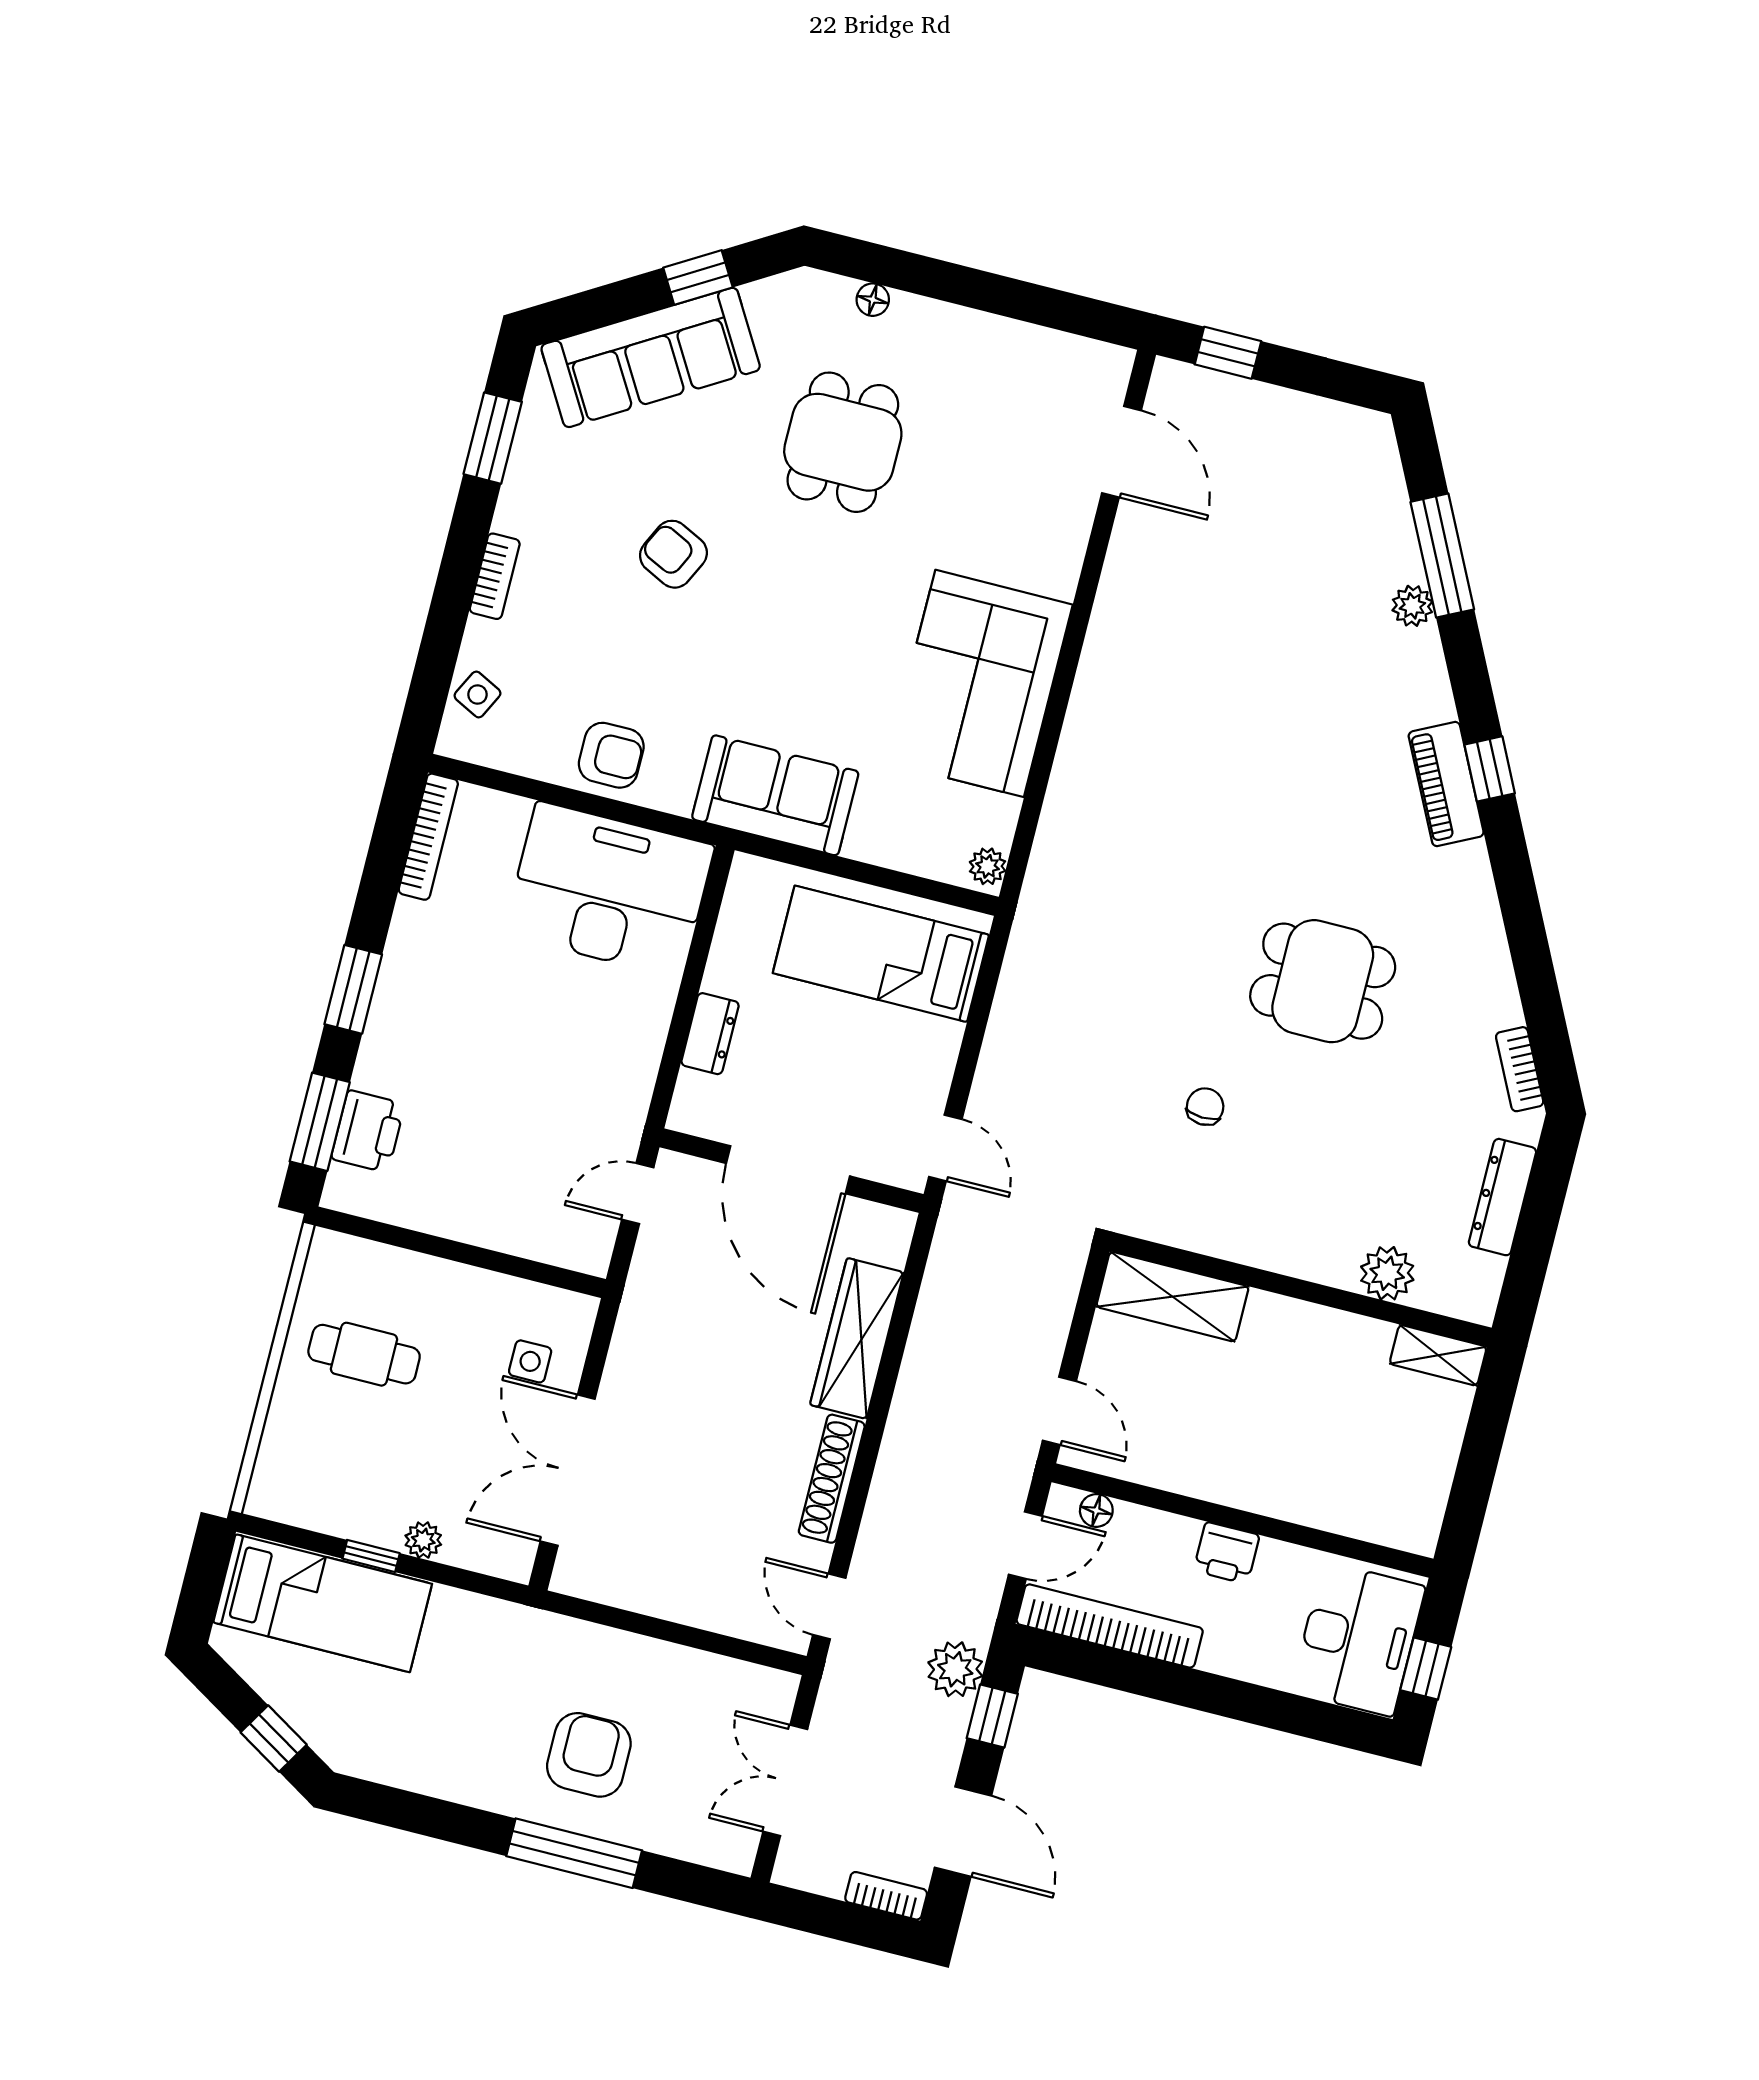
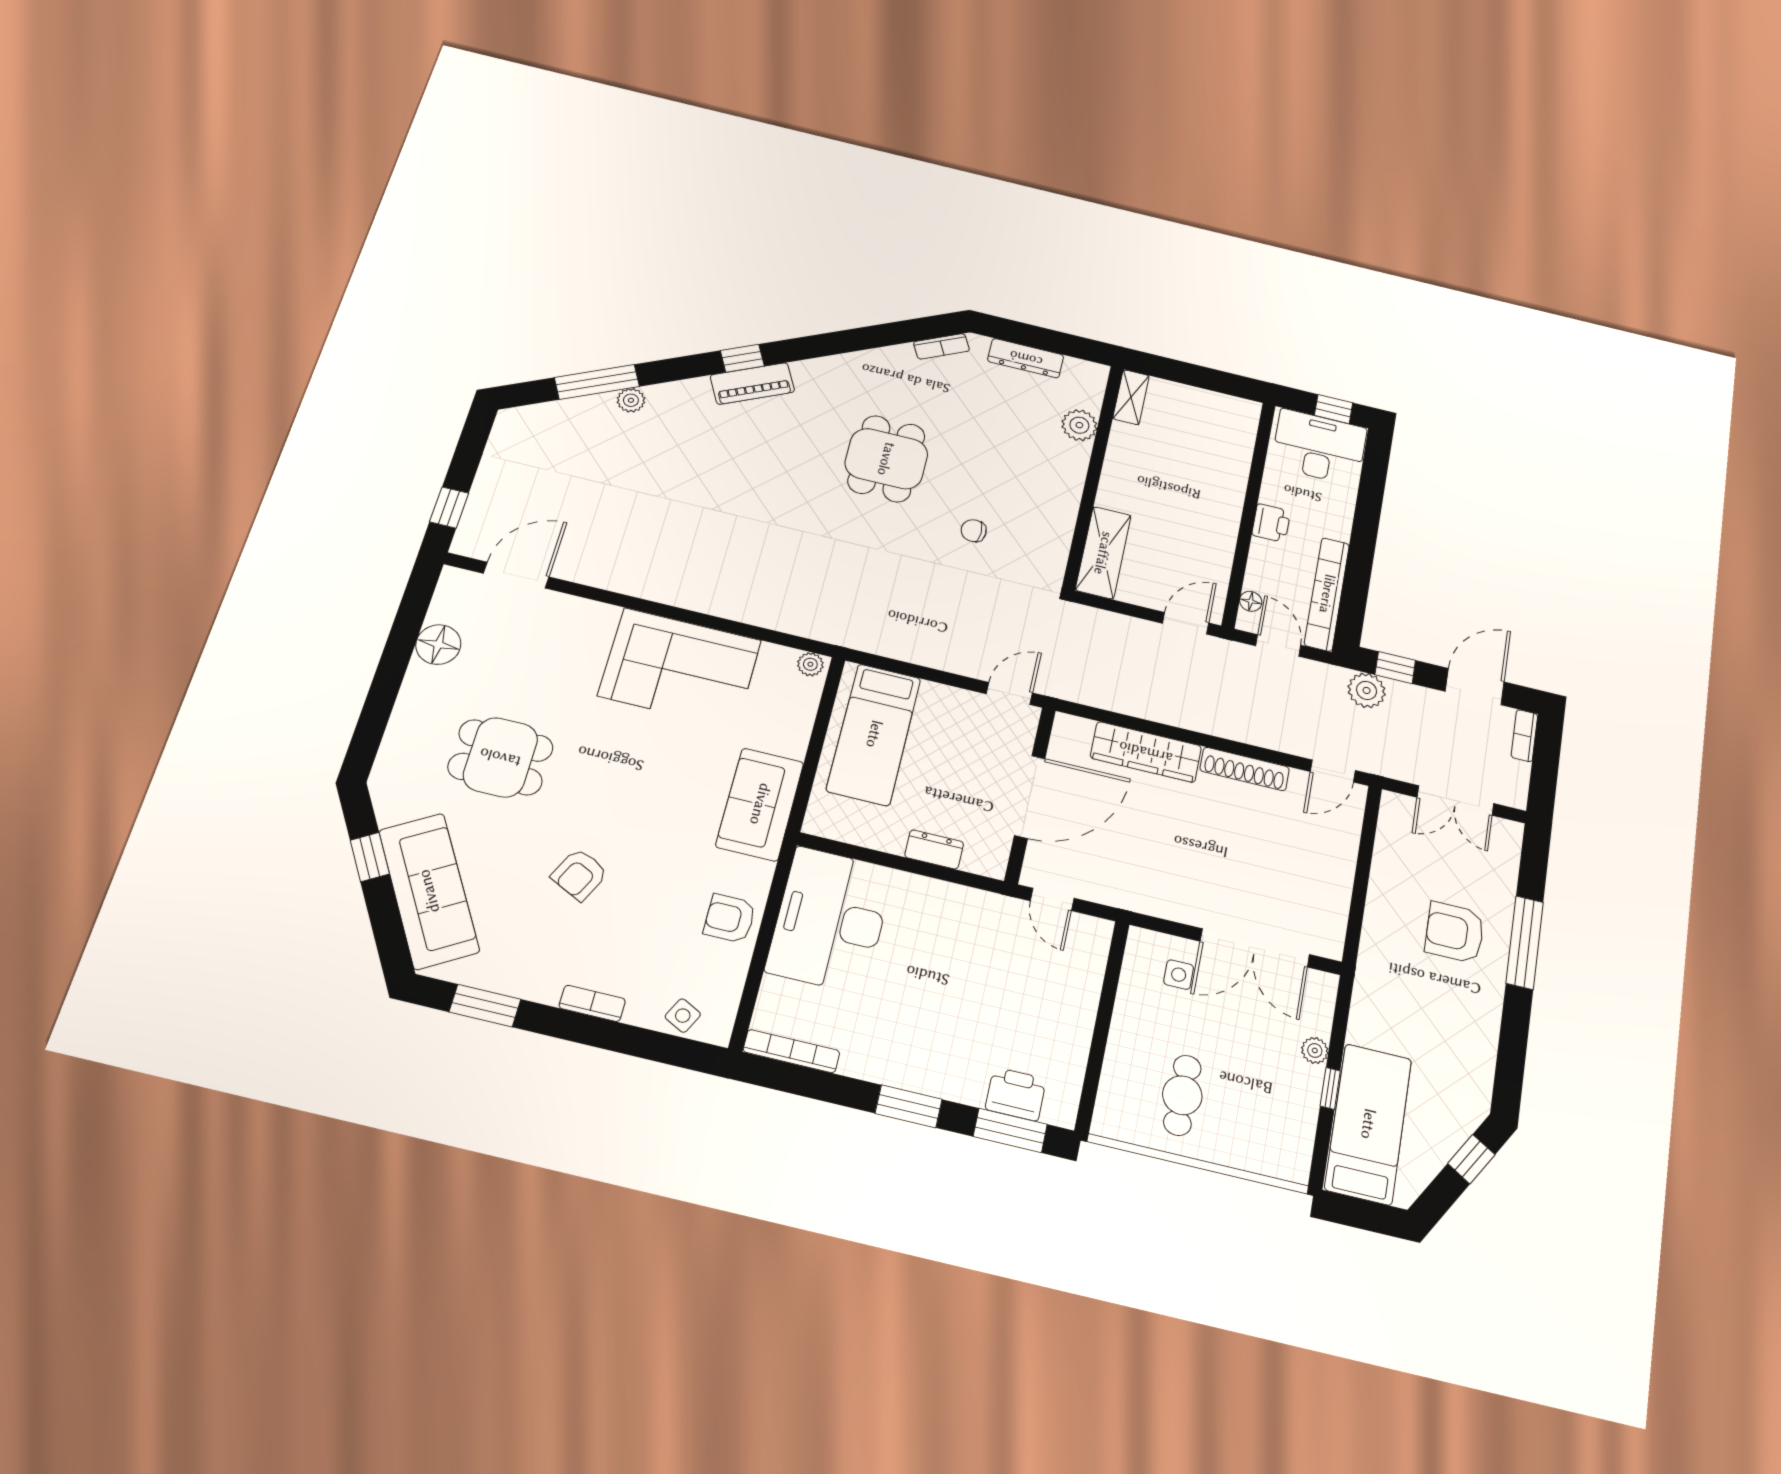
floor lamp: (873, 300) -> (438, 645), moved, width x1.89, depth x1.89
armchair: (611, 755) -> (730, 918), turned -90

